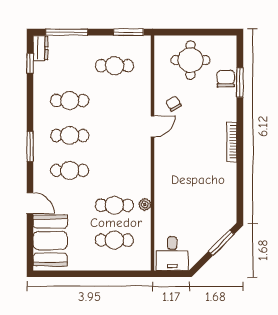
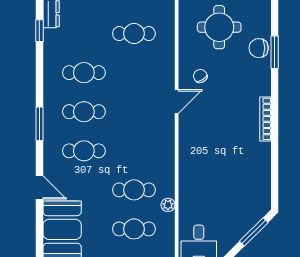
chair: (226, 79) -> (259, 48), turned -90
plant: (145, 204) -> (168, 205), moved

